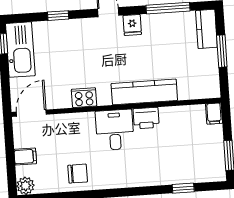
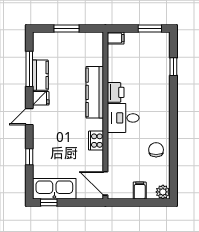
kitchen counter: (206, 29) -> (40, 75), moved, turned -90

